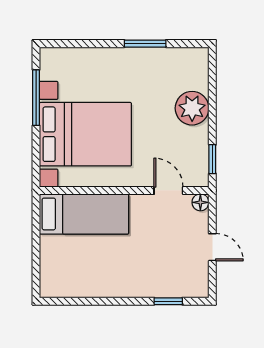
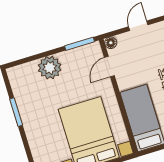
window: (212, 159) -> (80, 44), width x1.50

